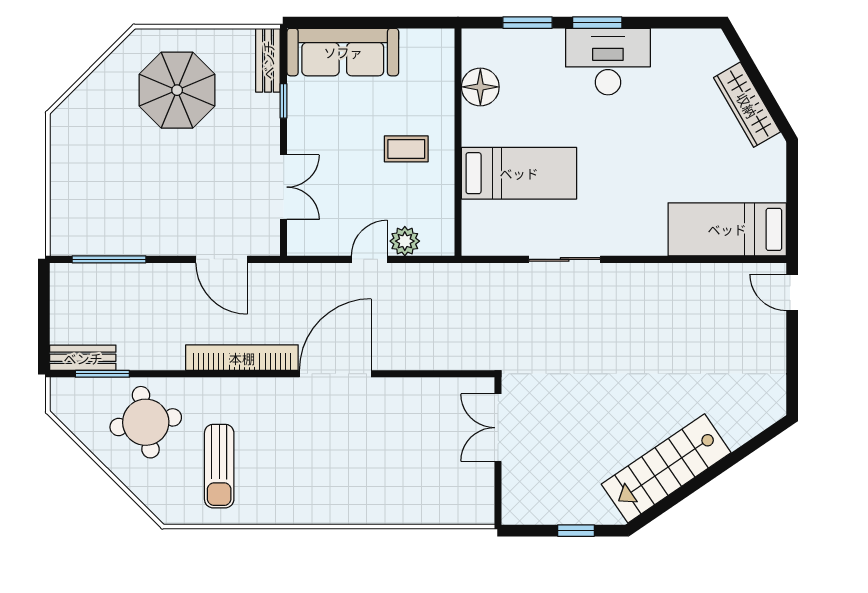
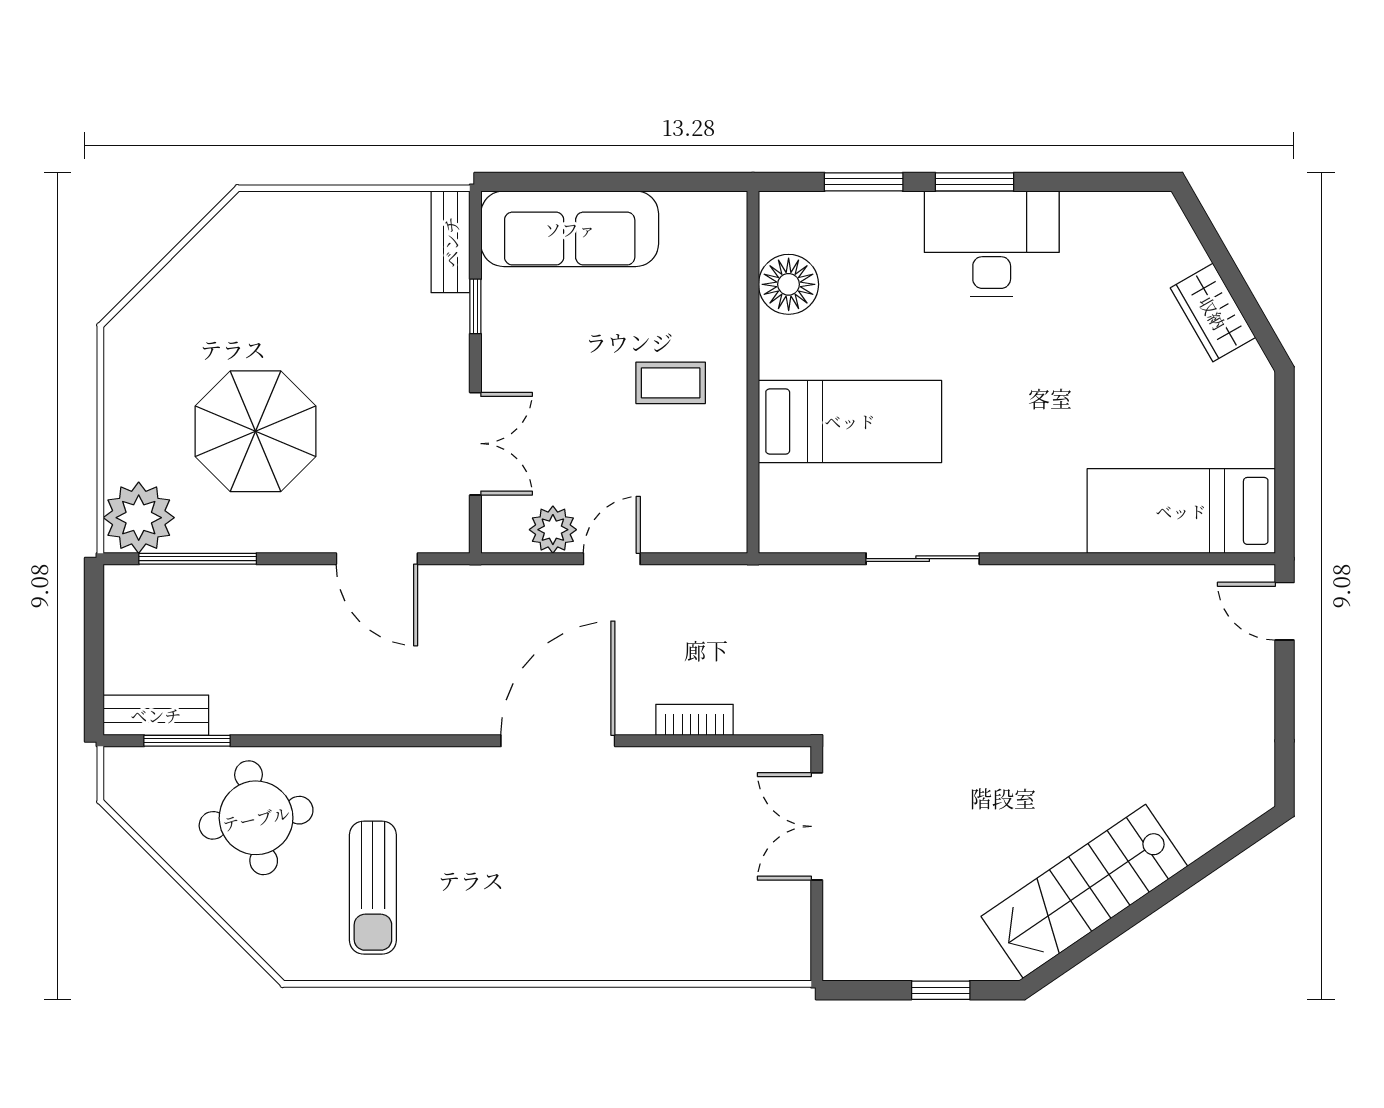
parasol: (177, 90) -> (256, 431), moved
wardrobe: (747, 105) -> (1213, 313), width x0.67
plant: (72, 234) -> (139, 518), added
plant: (405, 241) -> (553, 530), moved
bookcase: (242, 358) -> (694, 720), moved, width x0.43, depth x0.76

